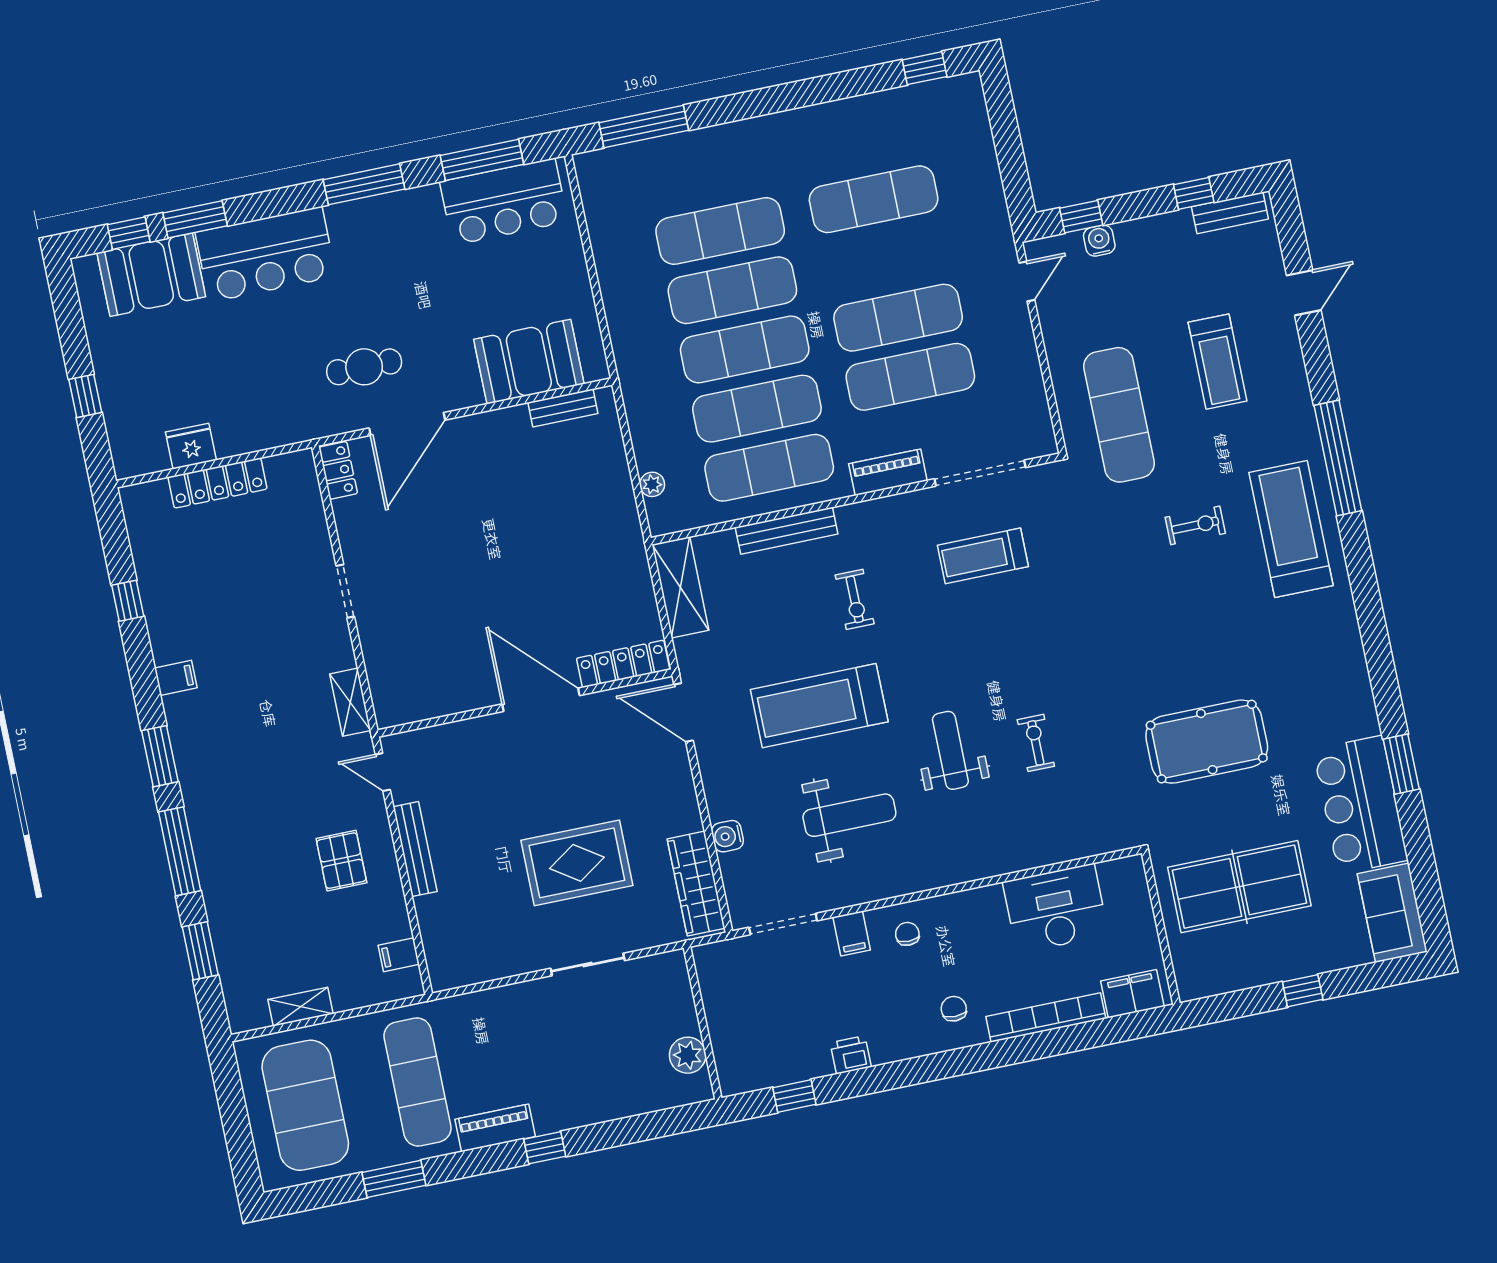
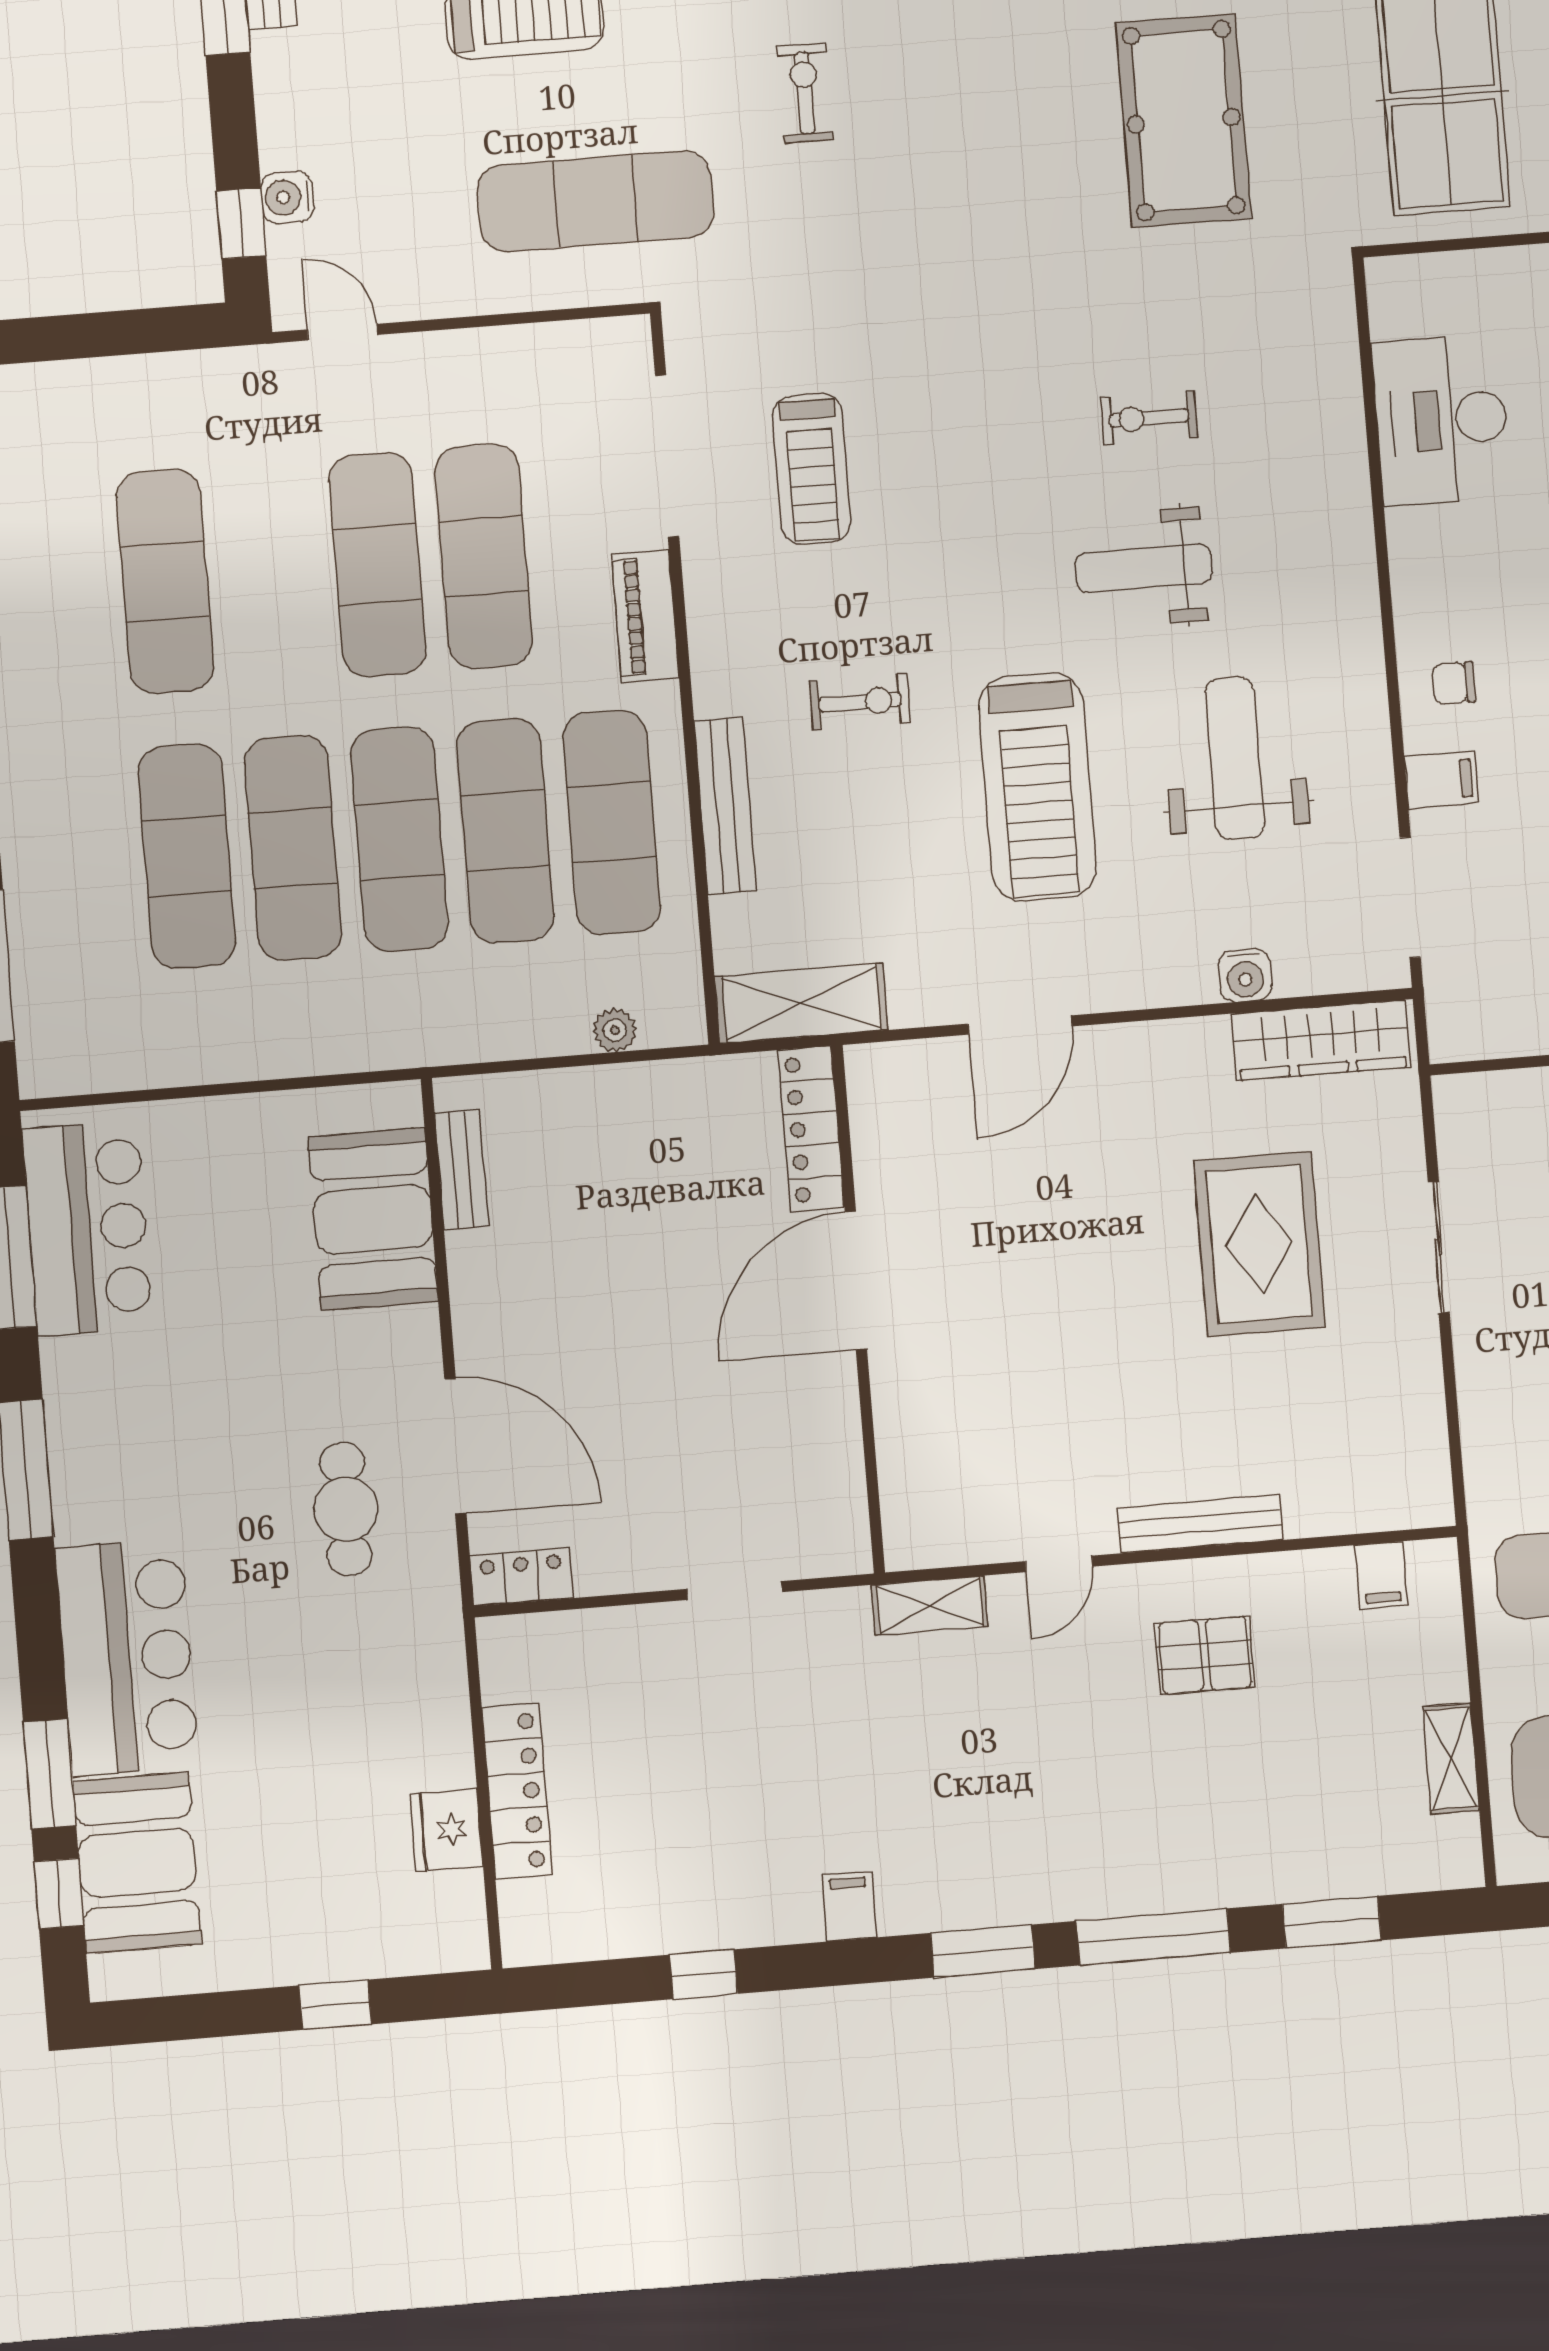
locker: (623, 664) -> (811, 1129), moved
door: (541, 700) -> (856, 1281), moved
wall: (525, 703) -> (858, 1309), moved

